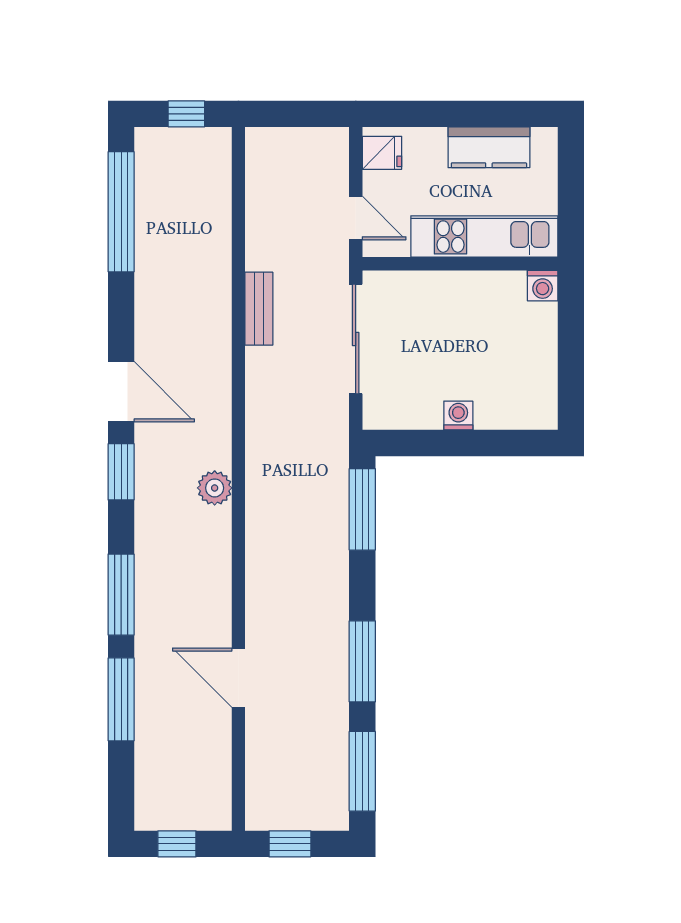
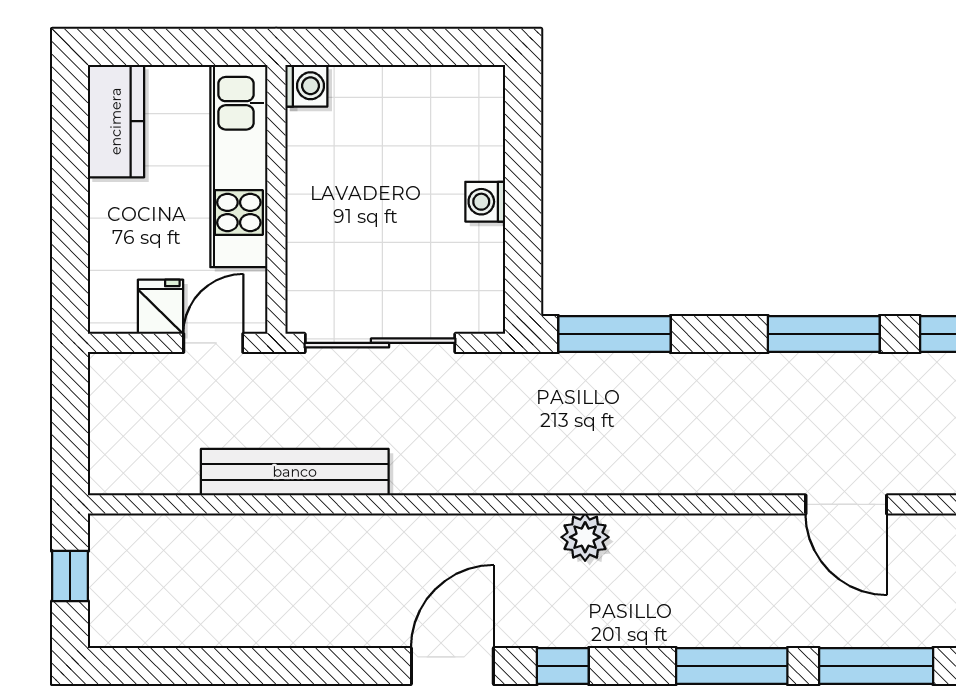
kitchen counter: (489, 147) -> (116, 121), moved
fridge: (382, 153) -> (160, 307), moved
window: (121, 212) -> (205, 666), removed
bench: (259, 309) -> (295, 472), width x1.86, depth x1.21
window: (121, 472) -> (563, 666), width x0.67
door: (238, 678) -> (846, 504), hinge flipped

